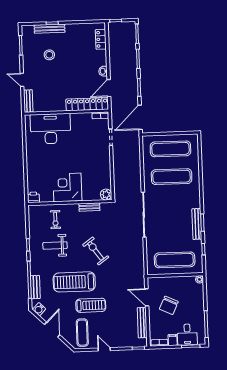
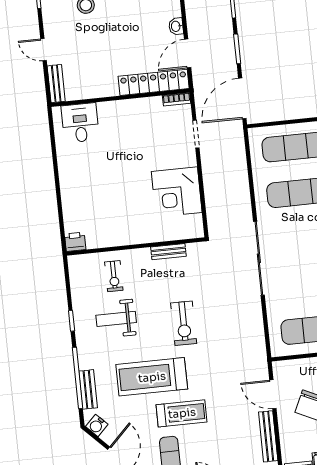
desk: (51, 129) -> (80, 123), width x0.53, depth x0.77
corner desk: (67, 187) -> (177, 192), moved, turned -90
plant: (106, 195) -> (195, 229), removed
exercise bike: (96, 251) -> (184, 323), turned -144

